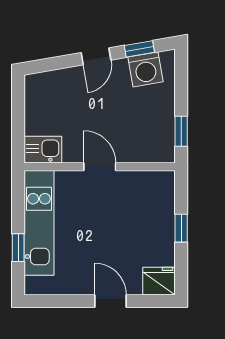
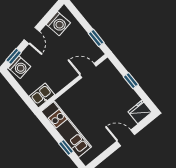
window: (139, 49) -> (14, 56), moved
washing machine: (44, 86) -> (19, 67), added
door: (100, 167) -> (88, 71), moved

